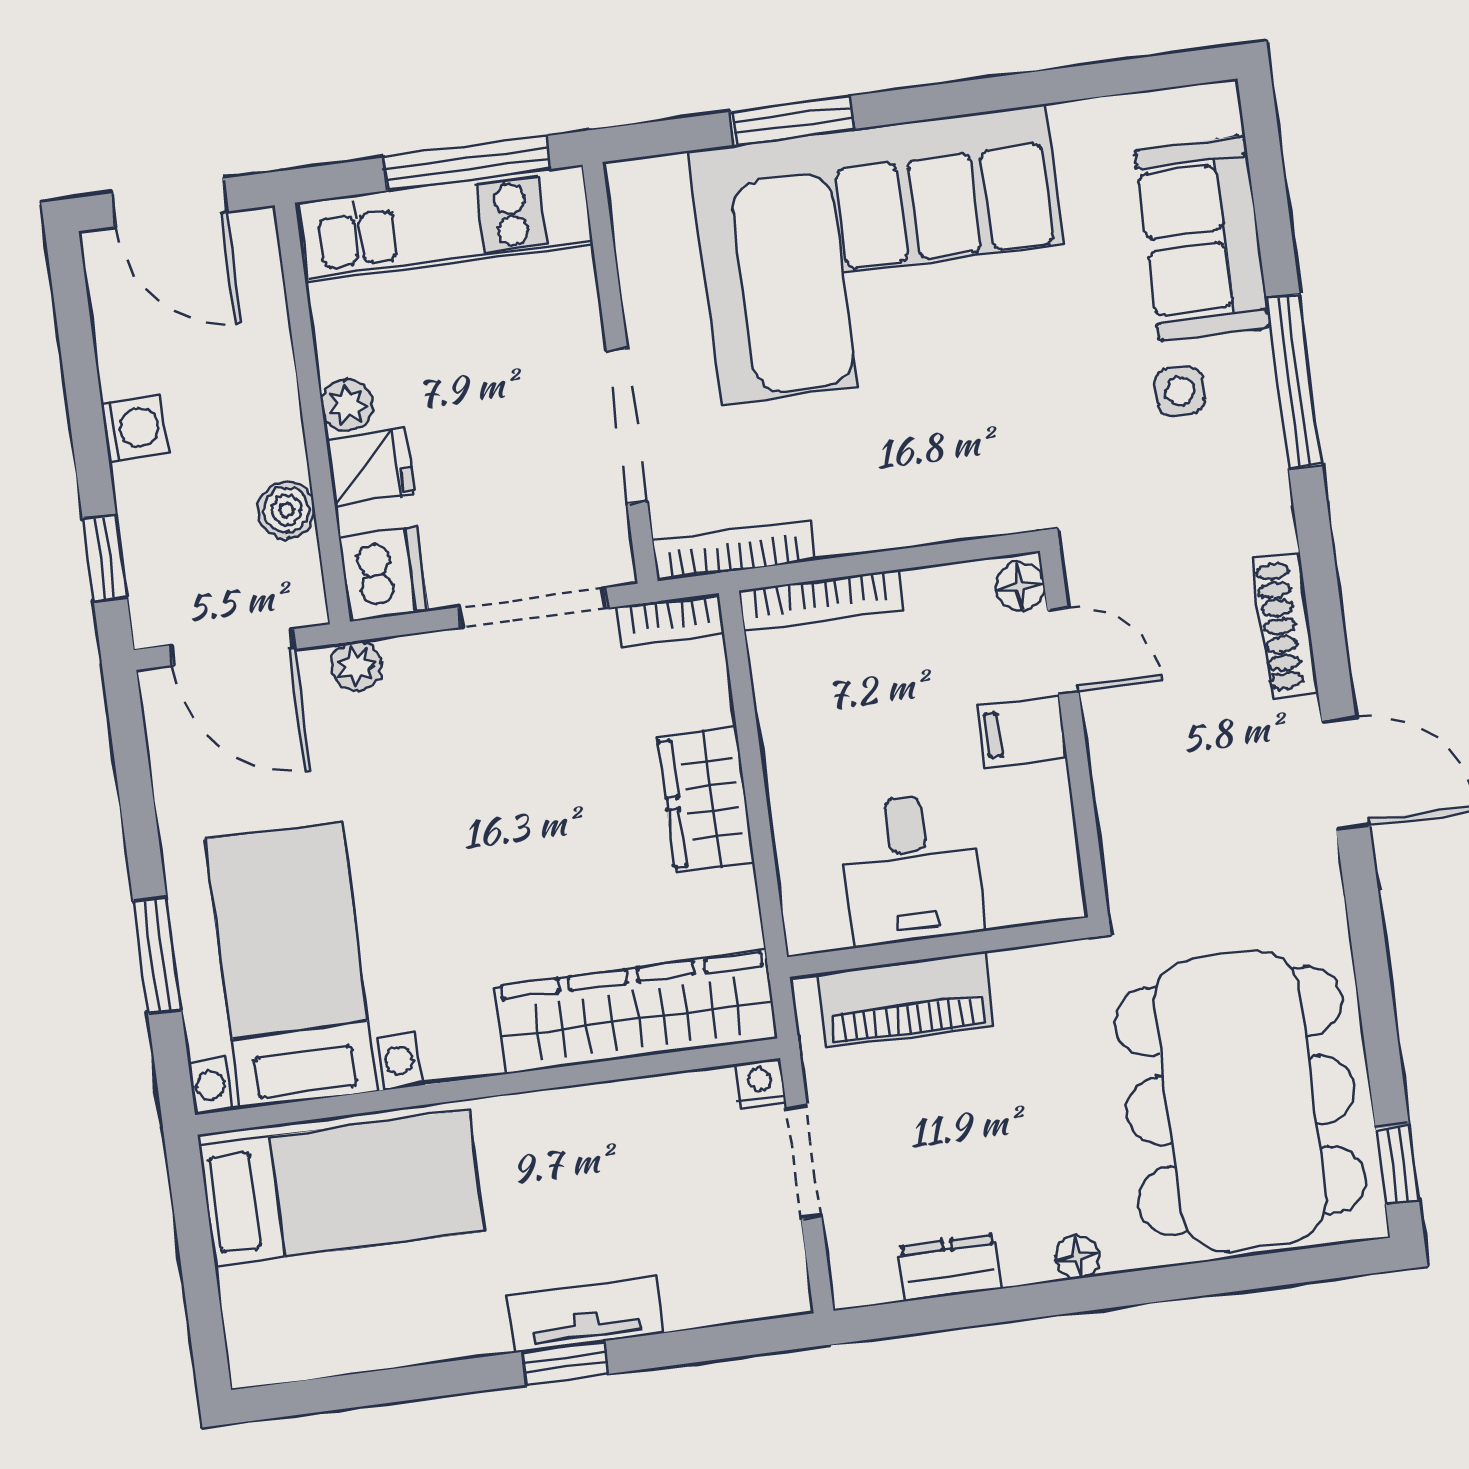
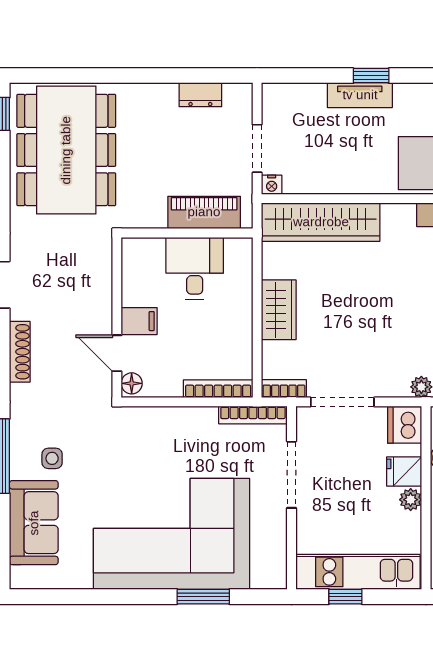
window: (467, 163) -> (345, 597), width x0.46
floor lamp: (1077, 1257) -> (145, 92), removed

